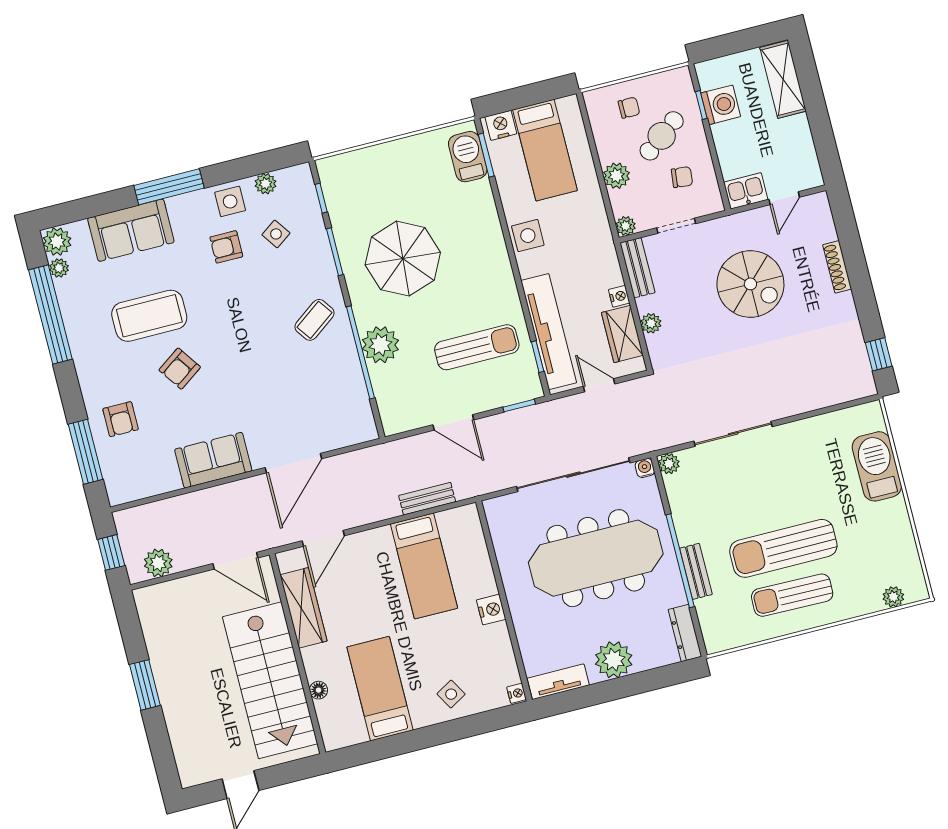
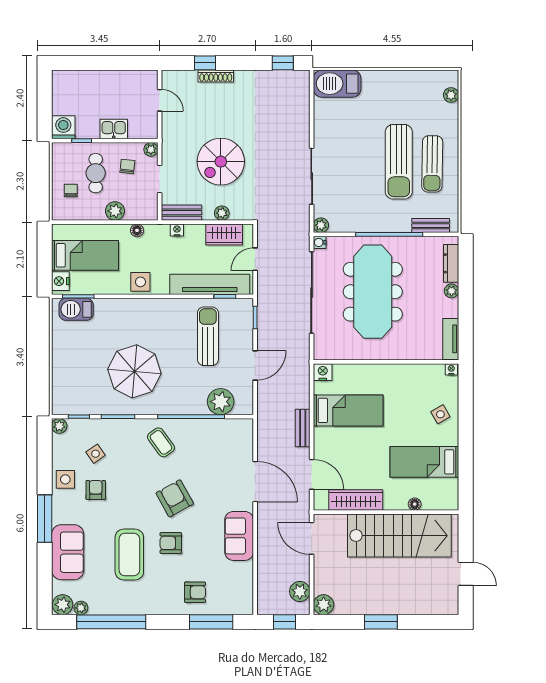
shelving: (783, 79) -> (78, 80), removed
washing machine: (721, 105) -> (63, 127), moved
cafe table: (662, 136) -> (96, 173), turned 37
plant: (266, 184) -> (59, 426), moved
kitchen sink: (746, 191) -> (114, 129), moved, turned 90
floor lamp: (597, 213) -> (137, 230), added
plant: (626, 226) -> (151, 149), moved
armchair: (226, 247) -> (96, 490), turned 180
window: (851, 247) -> (205, 63), added
spiral stairs: (750, 284) -> (221, 162), moved, turned 180
nightstand: (619, 296) -> (177, 230), moved
plant: (380, 345) -> (221, 402), moved
armchair: (242, 358) -> (175, 498), added
armchair: (180, 369) -> (171, 543), turned 125
barbecue: (877, 466) -> (337, 84), moved
bench: (427, 499) -> (303, 428), moved
door: (235, 561) -> (312, 538), swing flipped
bench: (696, 571) -> (431, 226), moved
plant: (148, 600) -> (324, 605), added
nightstand: (491, 610) -> (323, 372), moved
dresser: (685, 633) -> (451, 263), moved, turned 90
plant: (614, 660) -> (451, 291), width x0.53, depth x0.53

